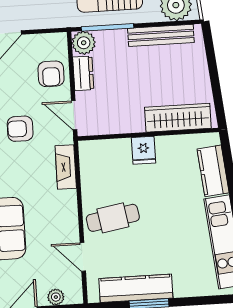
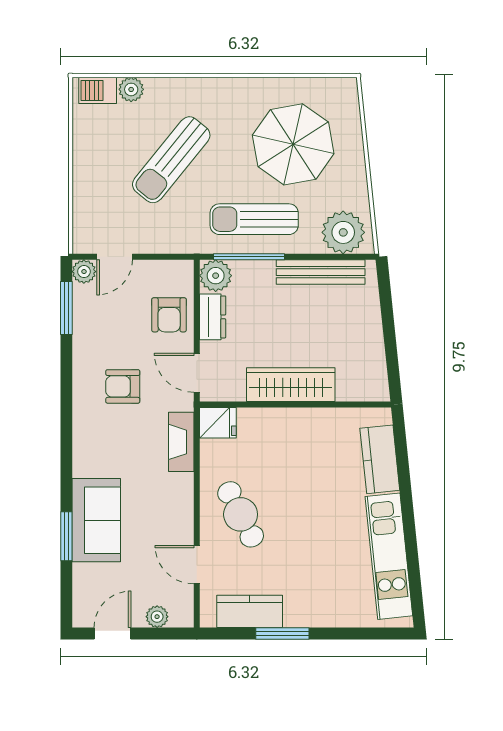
wardrobe: (178, 118) -> (291, 385), moved
fridge: (144, 150) -> (218, 423), moved, turned -90
cafe table: (113, 218) -> (241, 514), turned 73
kitchen counter: (136, 288) -> (250, 611), width x0.67

